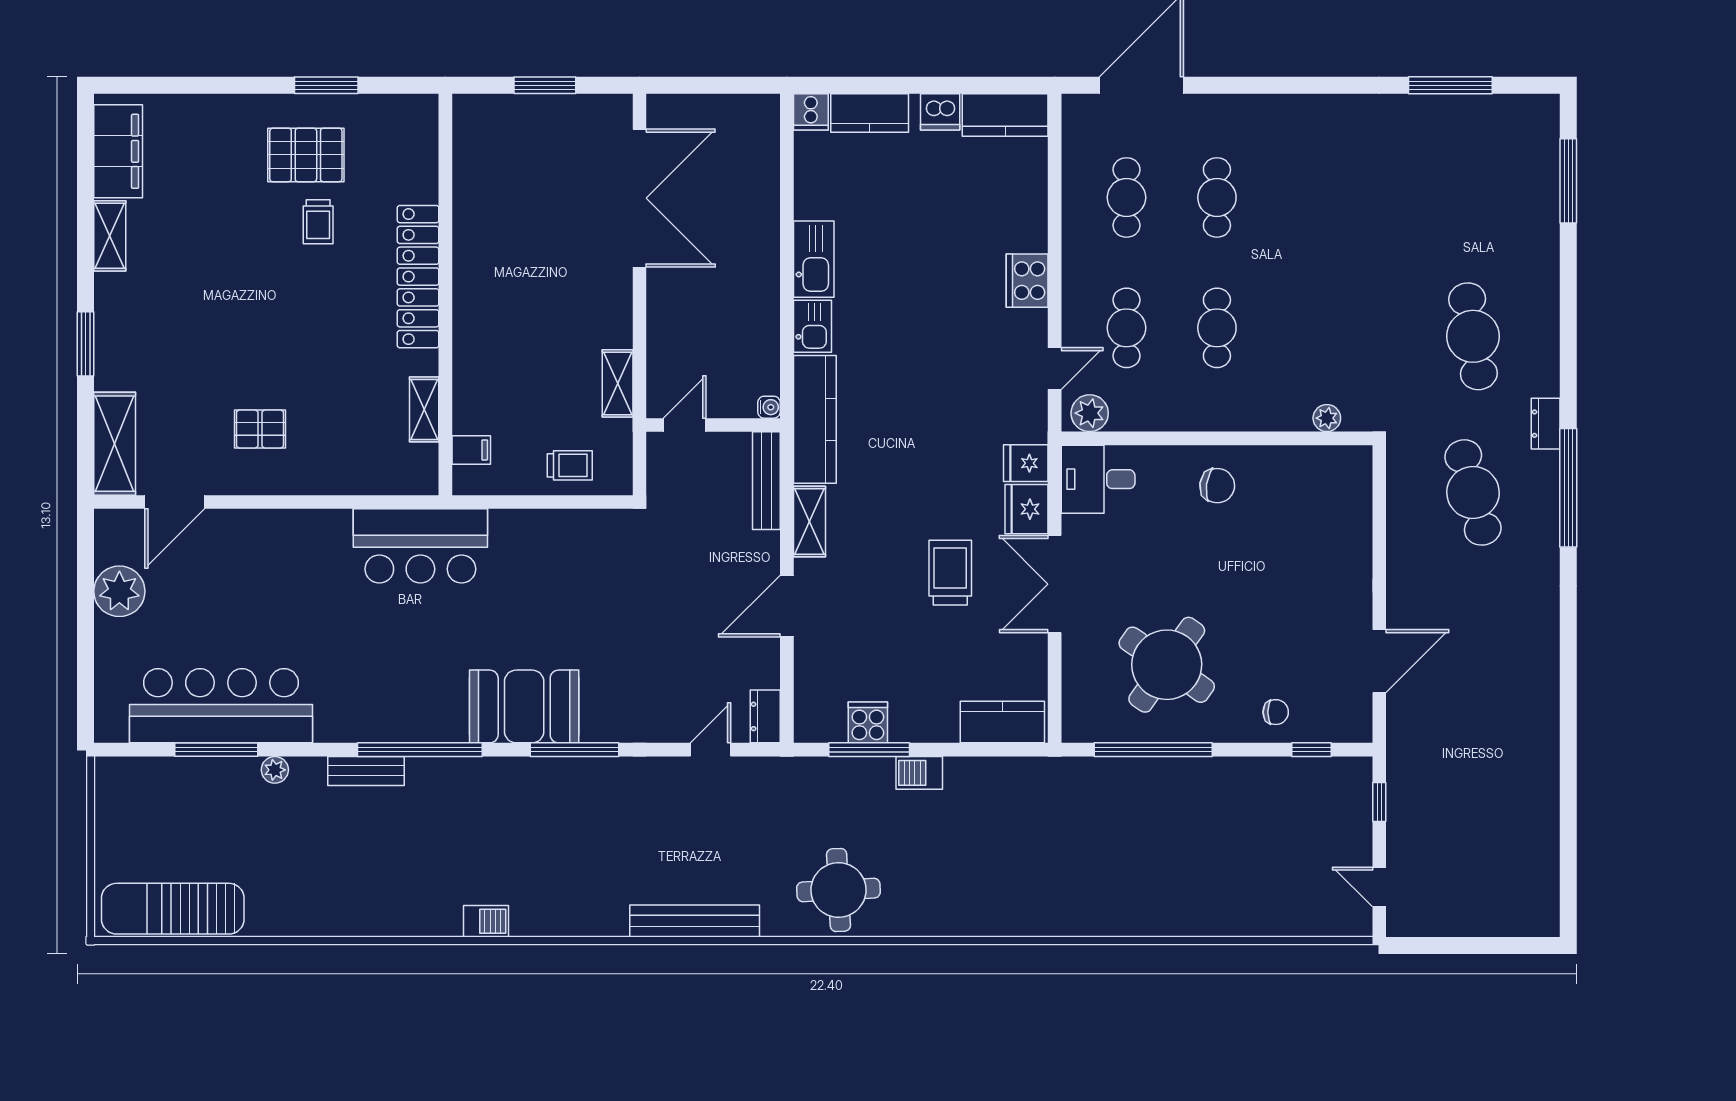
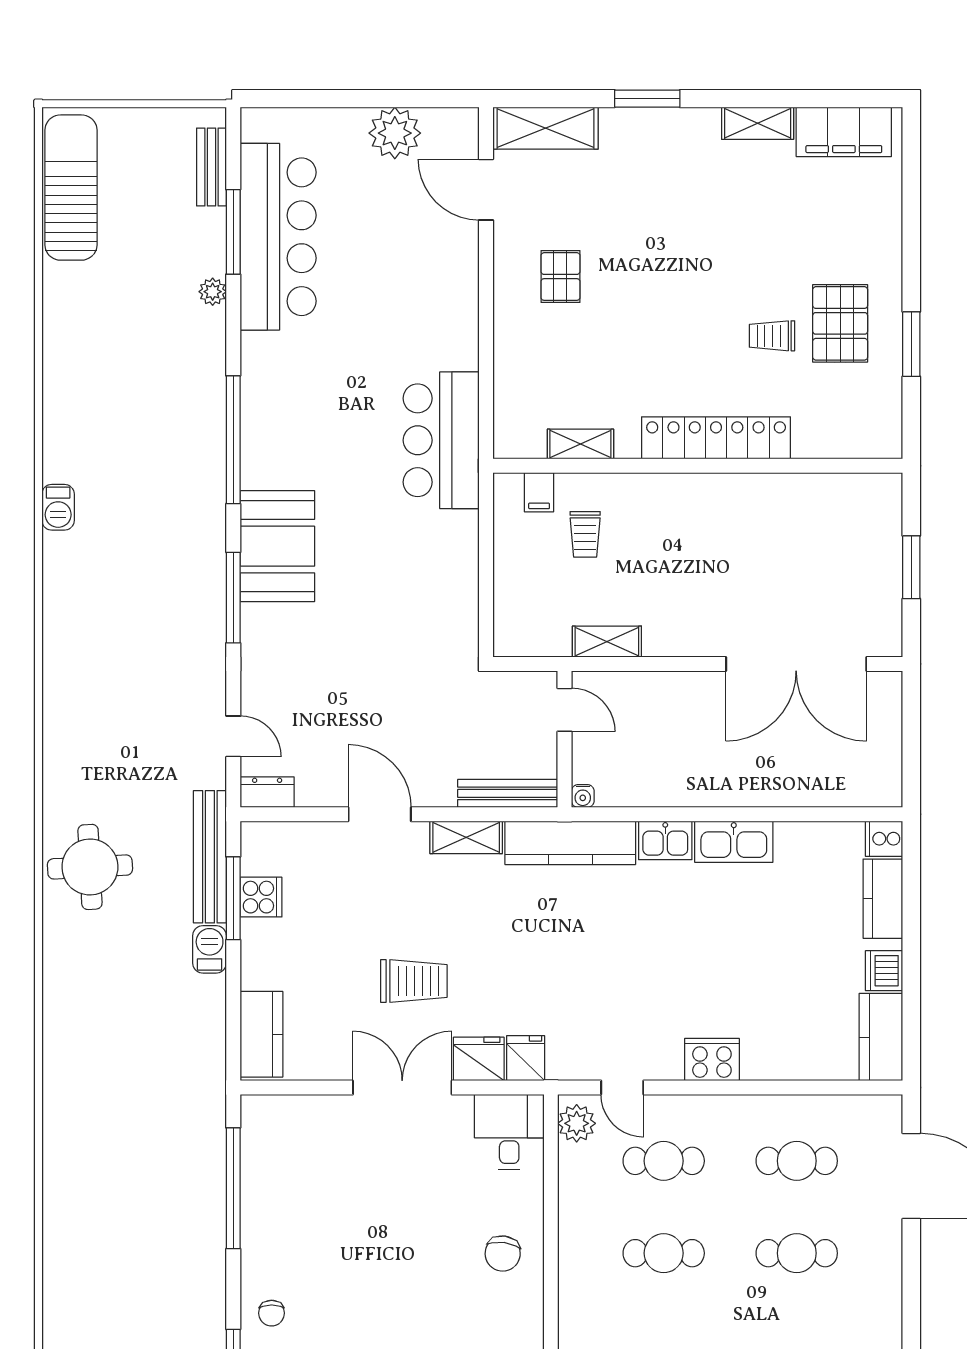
trolley: (570, 465) -> (585, 534), moved
round table: (1167, 665) -> (320, 1202), removed
bench: (366, 771) -> (211, 167), moved
bench: (695, 921) -> (210, 857), moved

